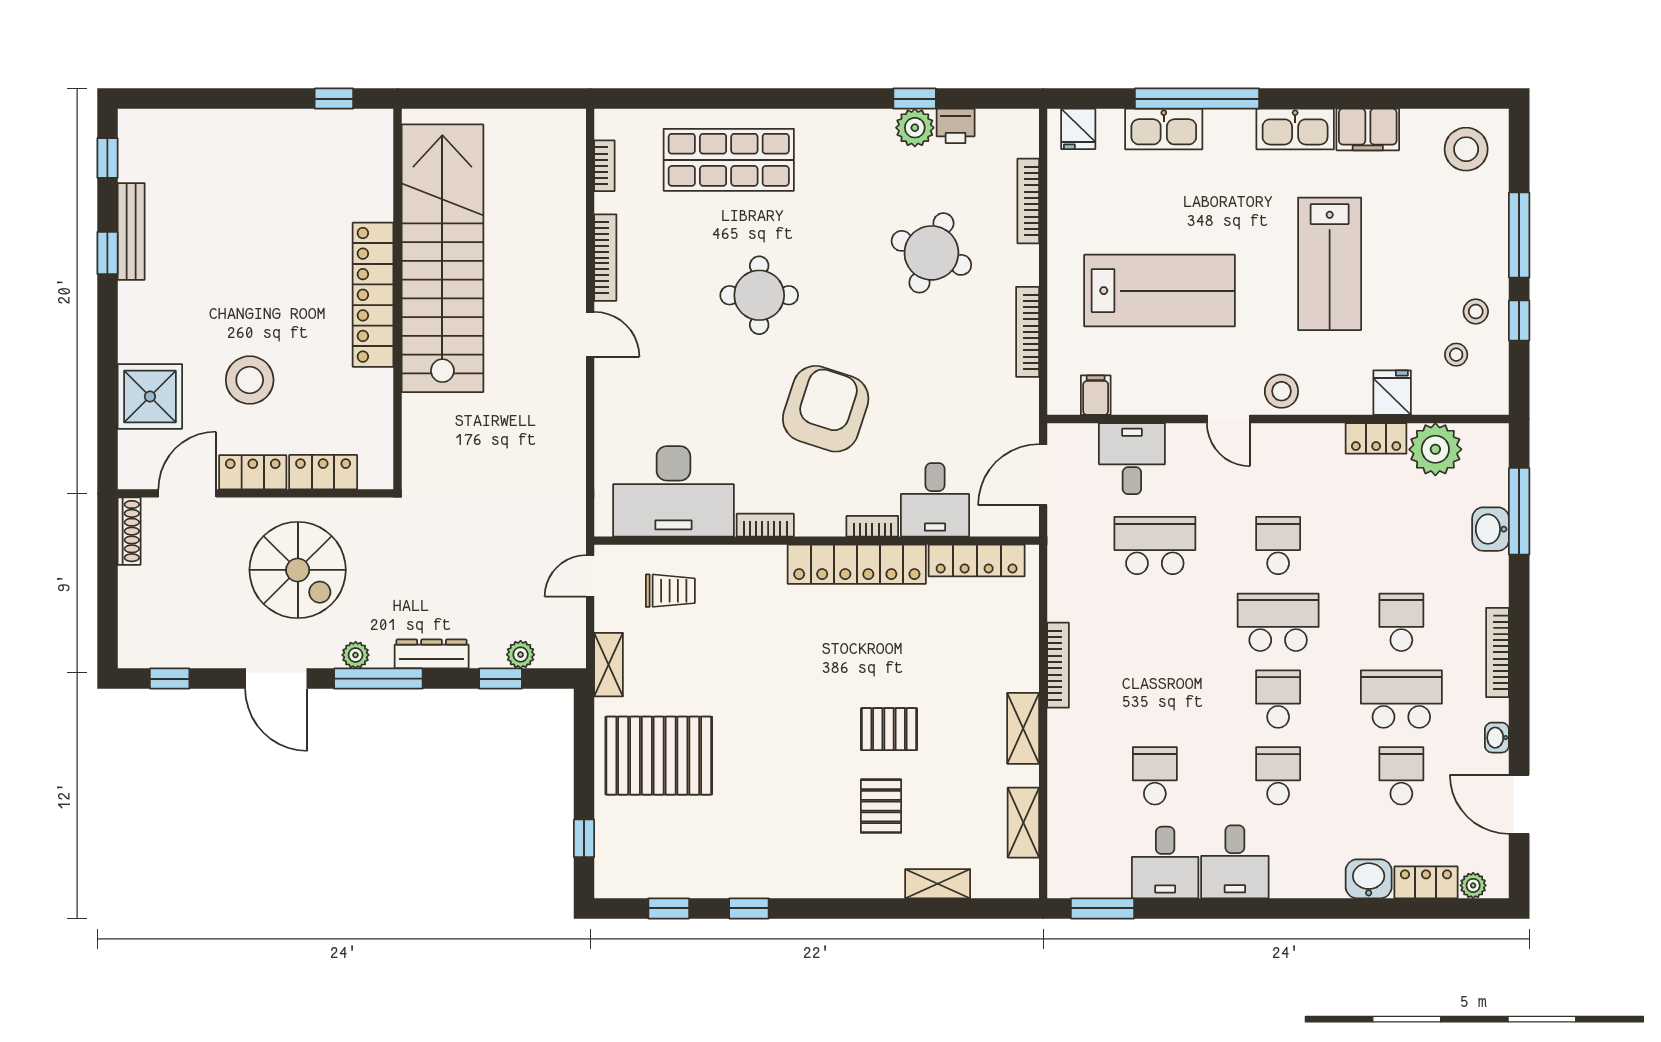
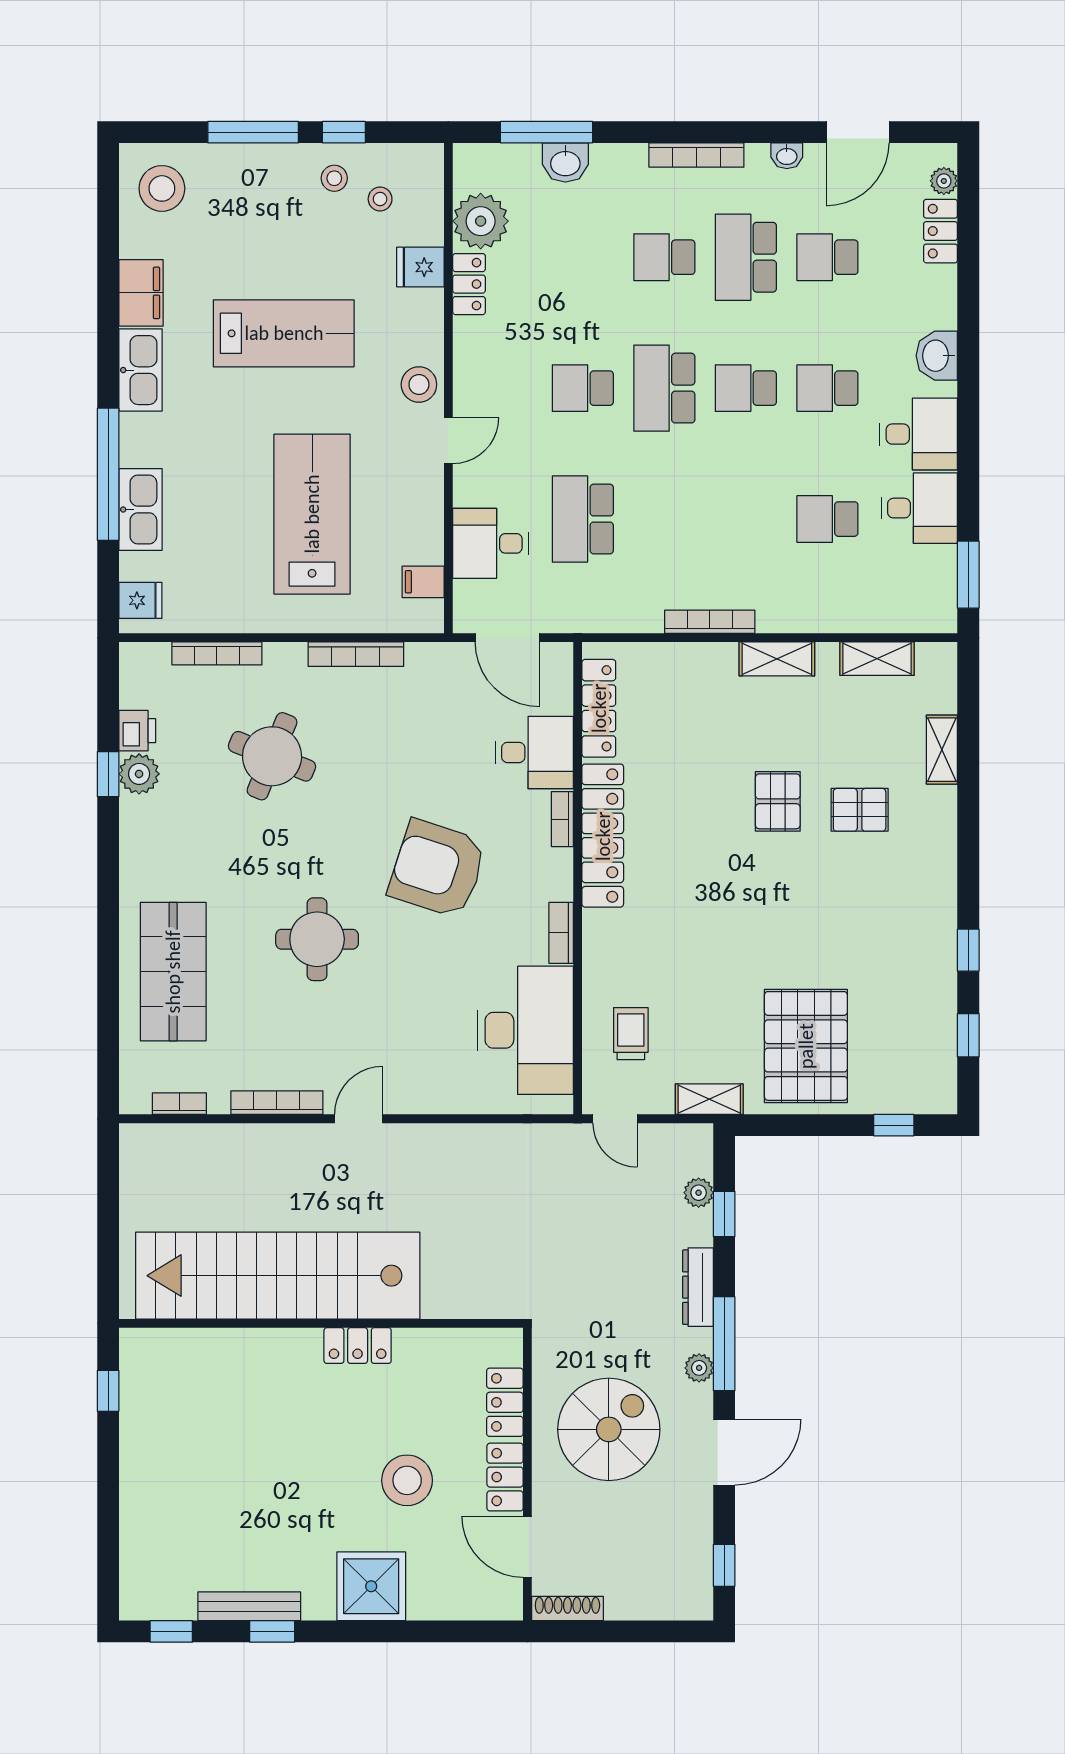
locker: (373, 295) -> (358, 1346), width x0.46, depth x0.83
shower: (150, 397) -> (371, 1586), moved
washbasin: (1369, 879) -> (937, 356), moved

